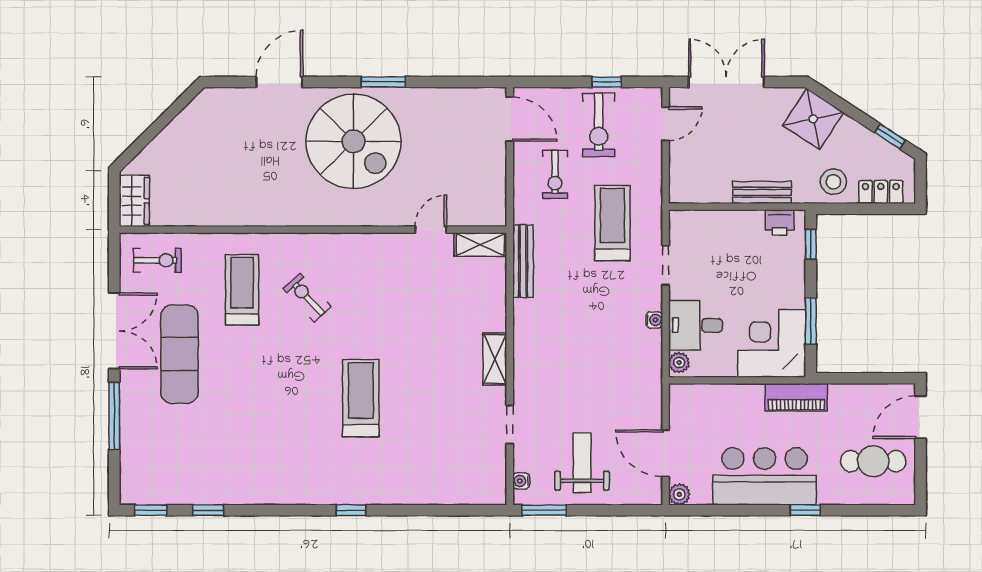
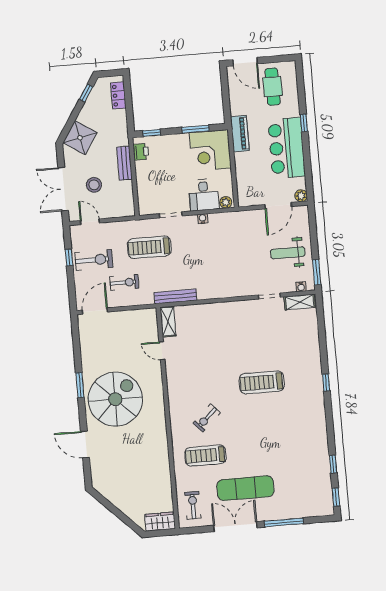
stool: (833, 182) -> (94, 185), moved
shelving: (495, 359) -> (300, 302), moved

